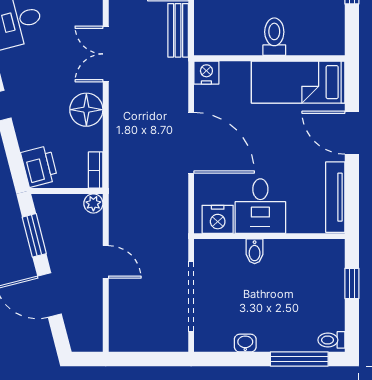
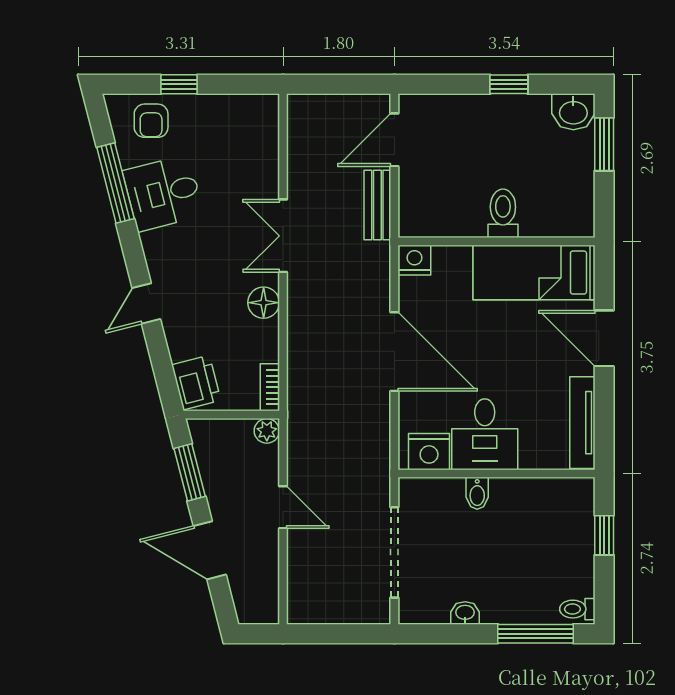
floor lamp: (86, 110) -> (264, 303), width x0.73, depth x0.73

